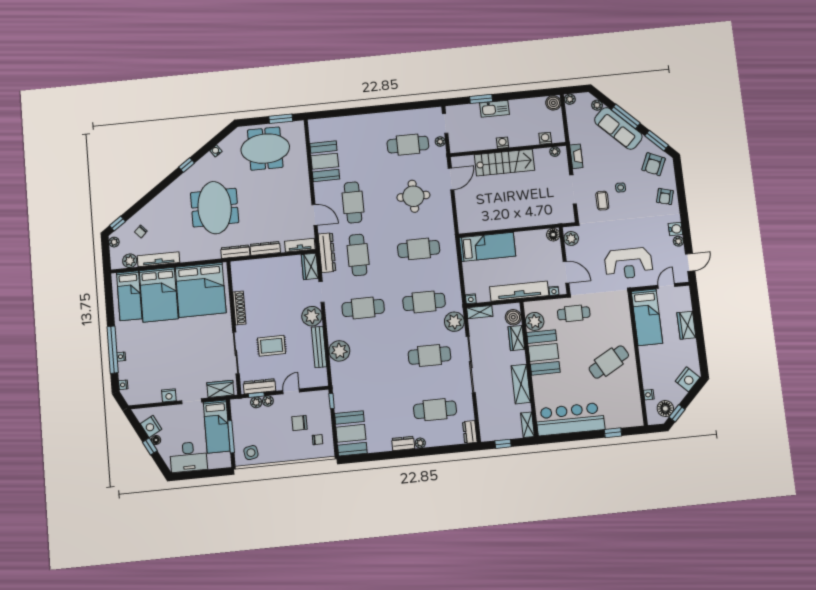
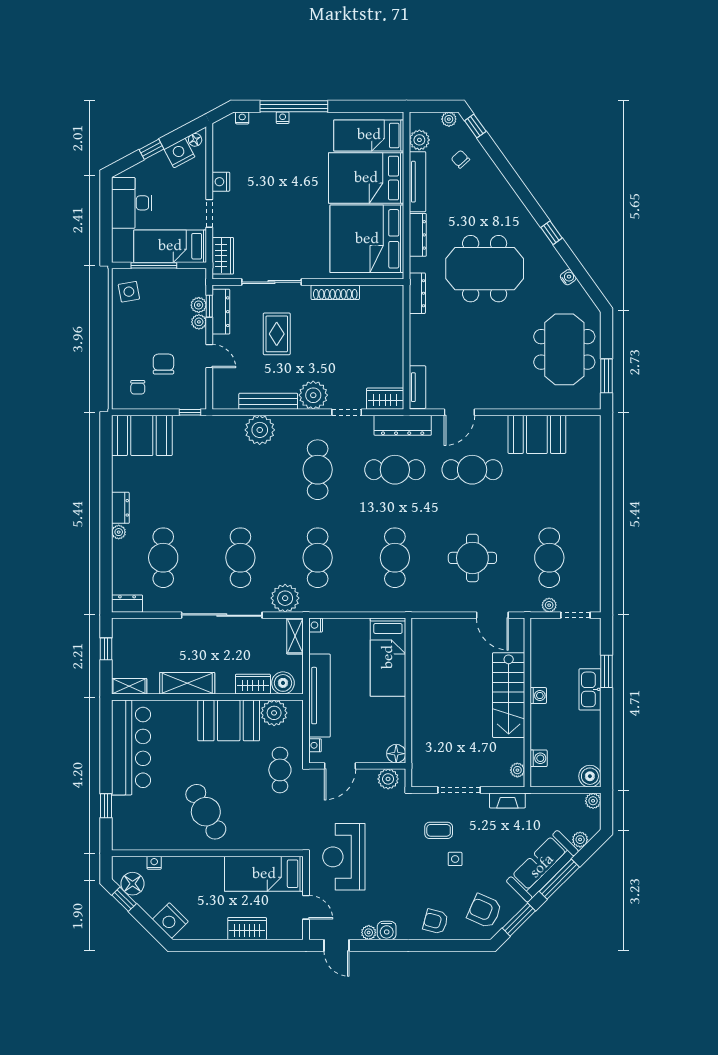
dresser: (265, 248) -> (418, 235), moved
floor lamp: (156, 440) -> (195, 140), moved

